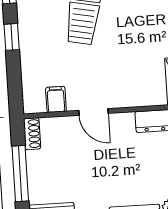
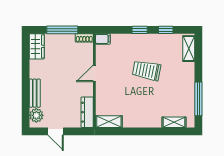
filing cabinet: (56, 99) -> (103, 39), moved

